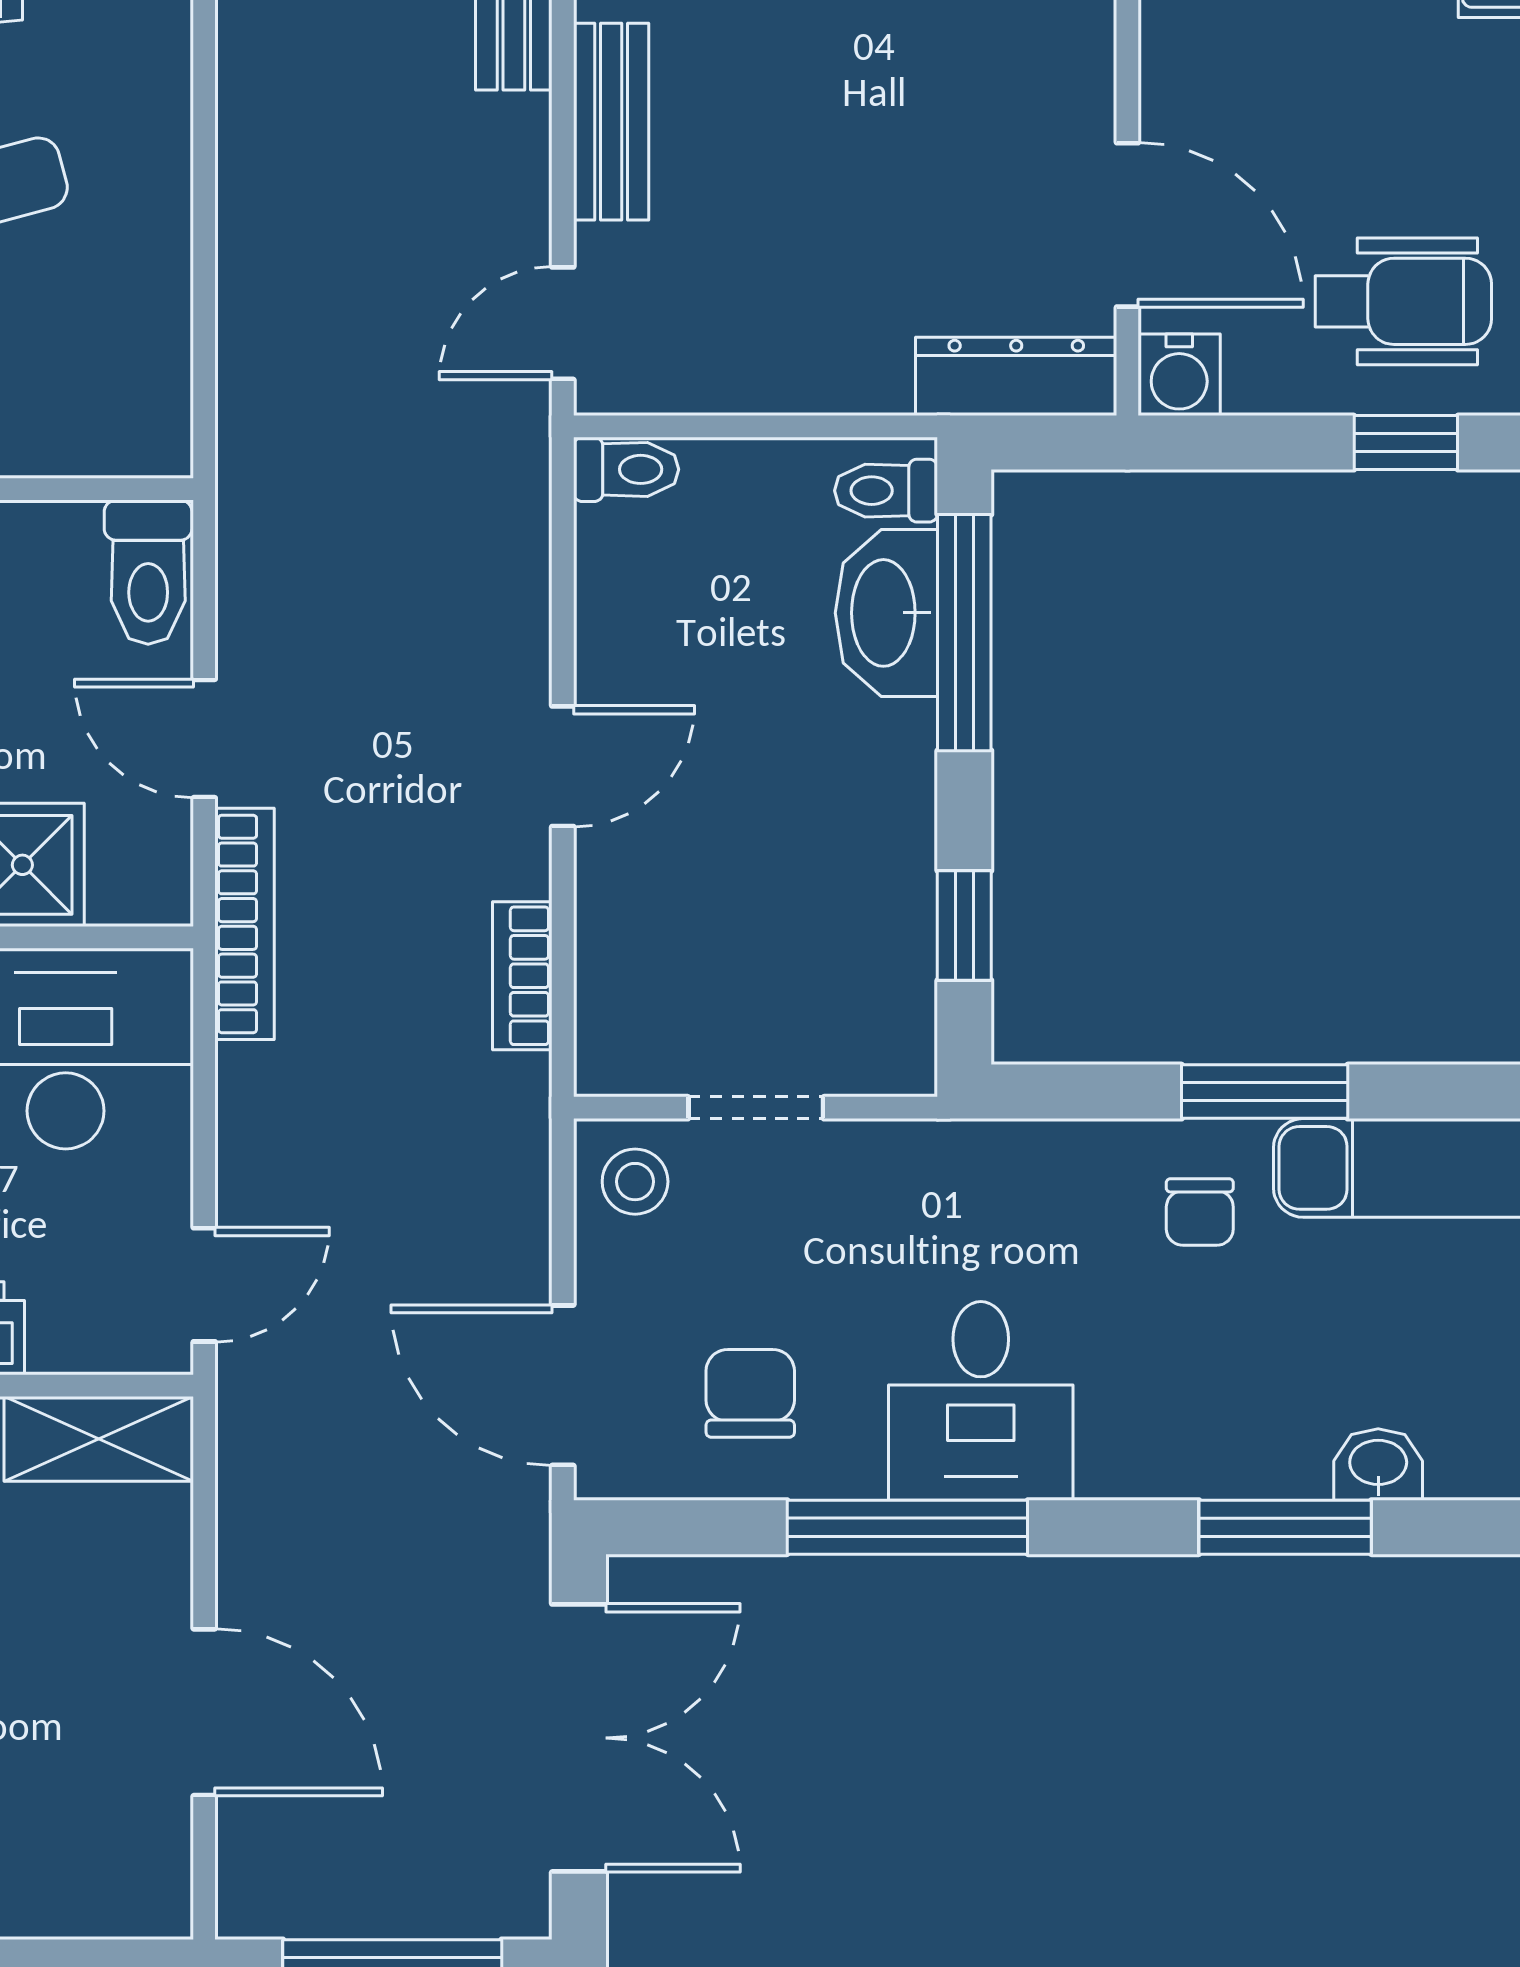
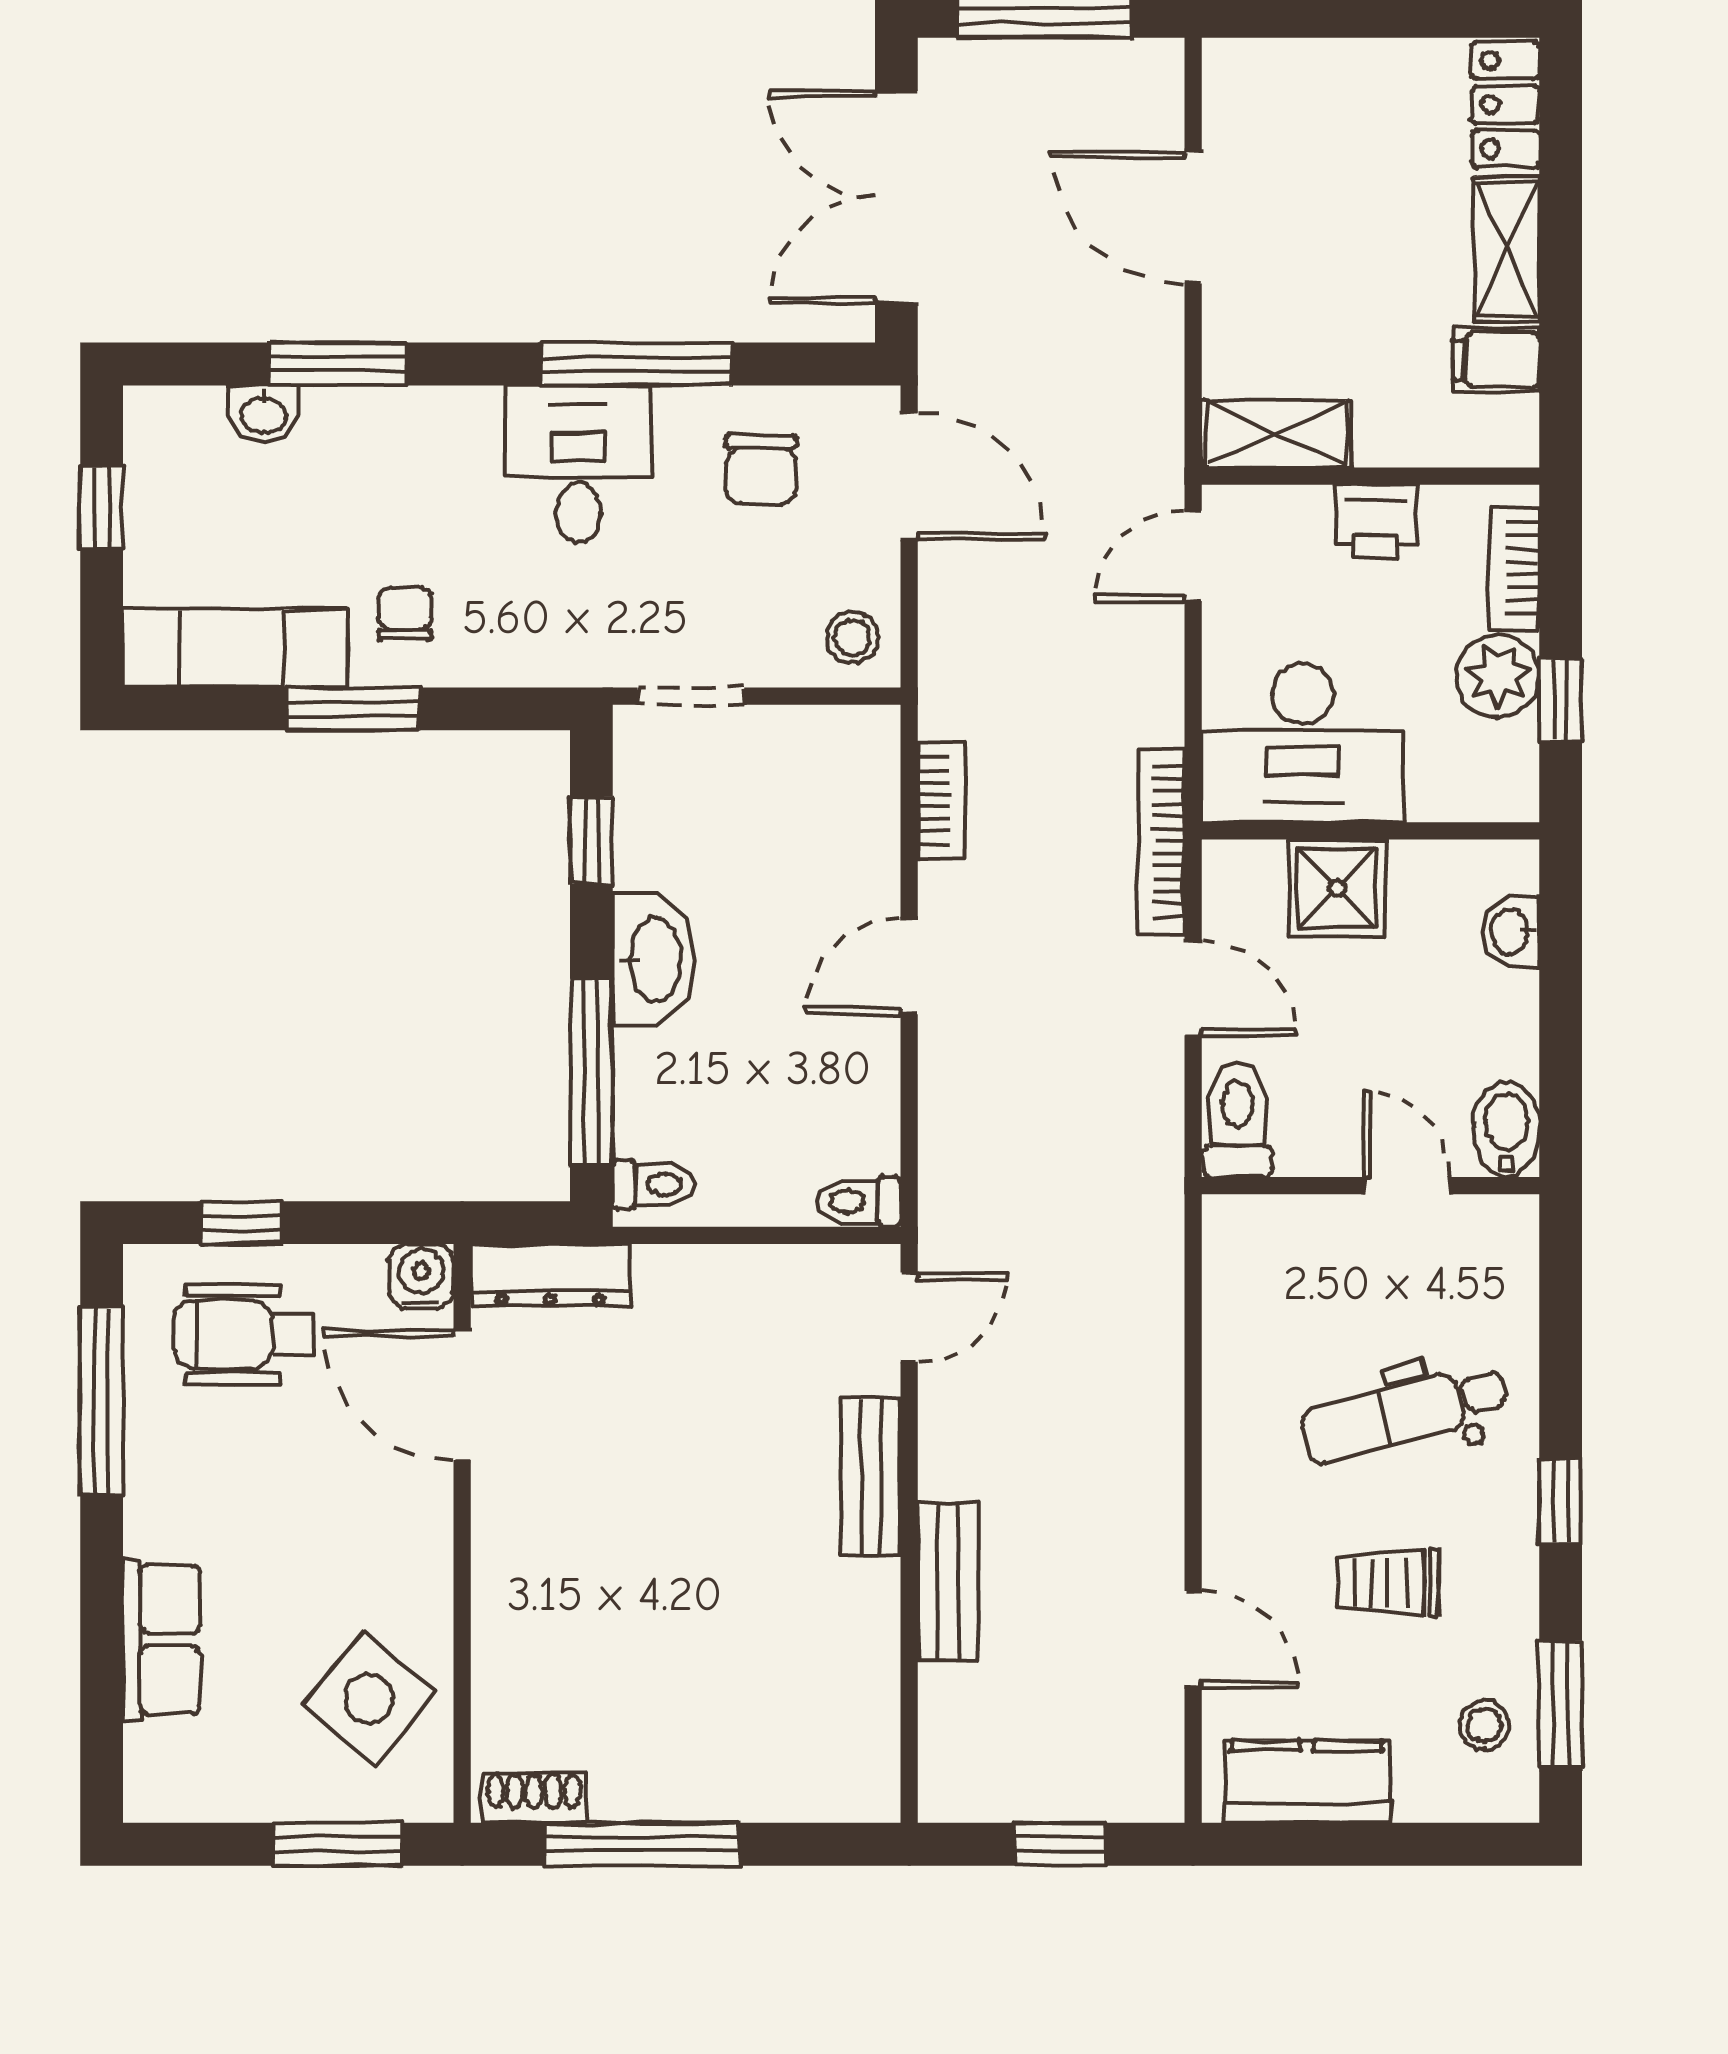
washbasin: (886, 613) -> (653, 960), moved
doorway: (756, 1108) -> (691, 696), moved

